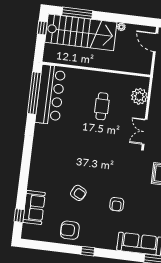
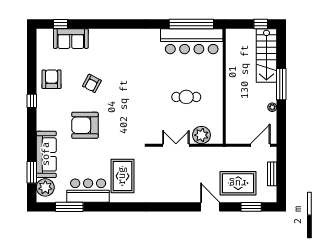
window: (77, 13) -> (281, 84), moved
stairs: (81, 32) -> (266, 55), width x0.73, depth x0.66
double door: (145, 132) -> (176, 145), moved
armchair: (117, 204) -> (85, 125), width x1.88, depth x1.88

